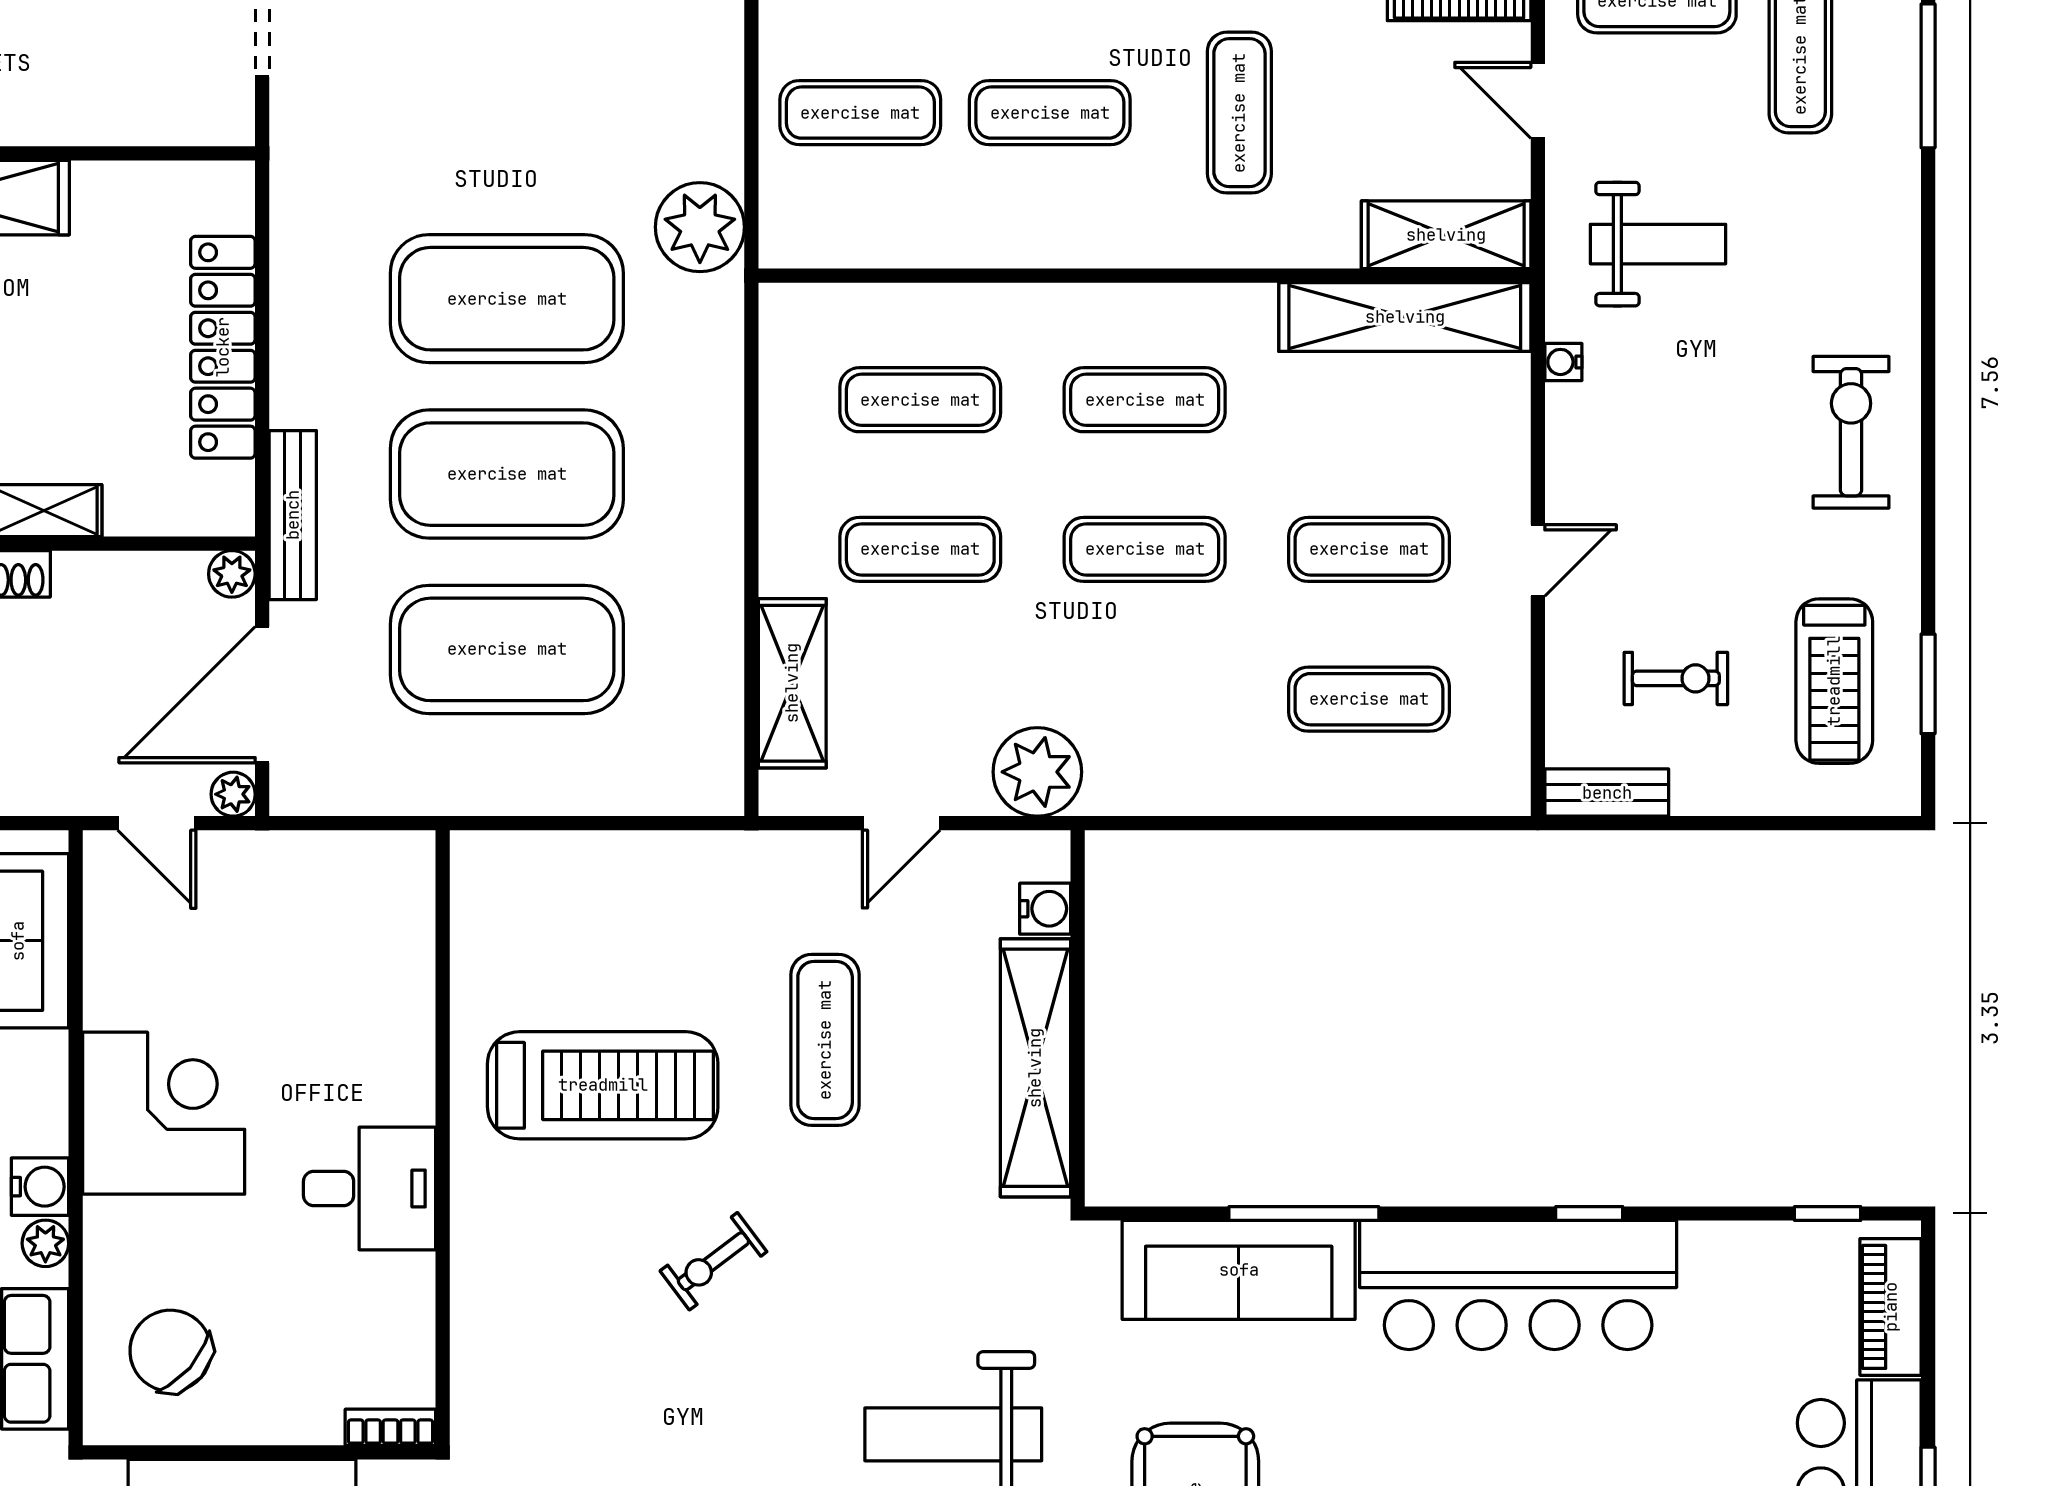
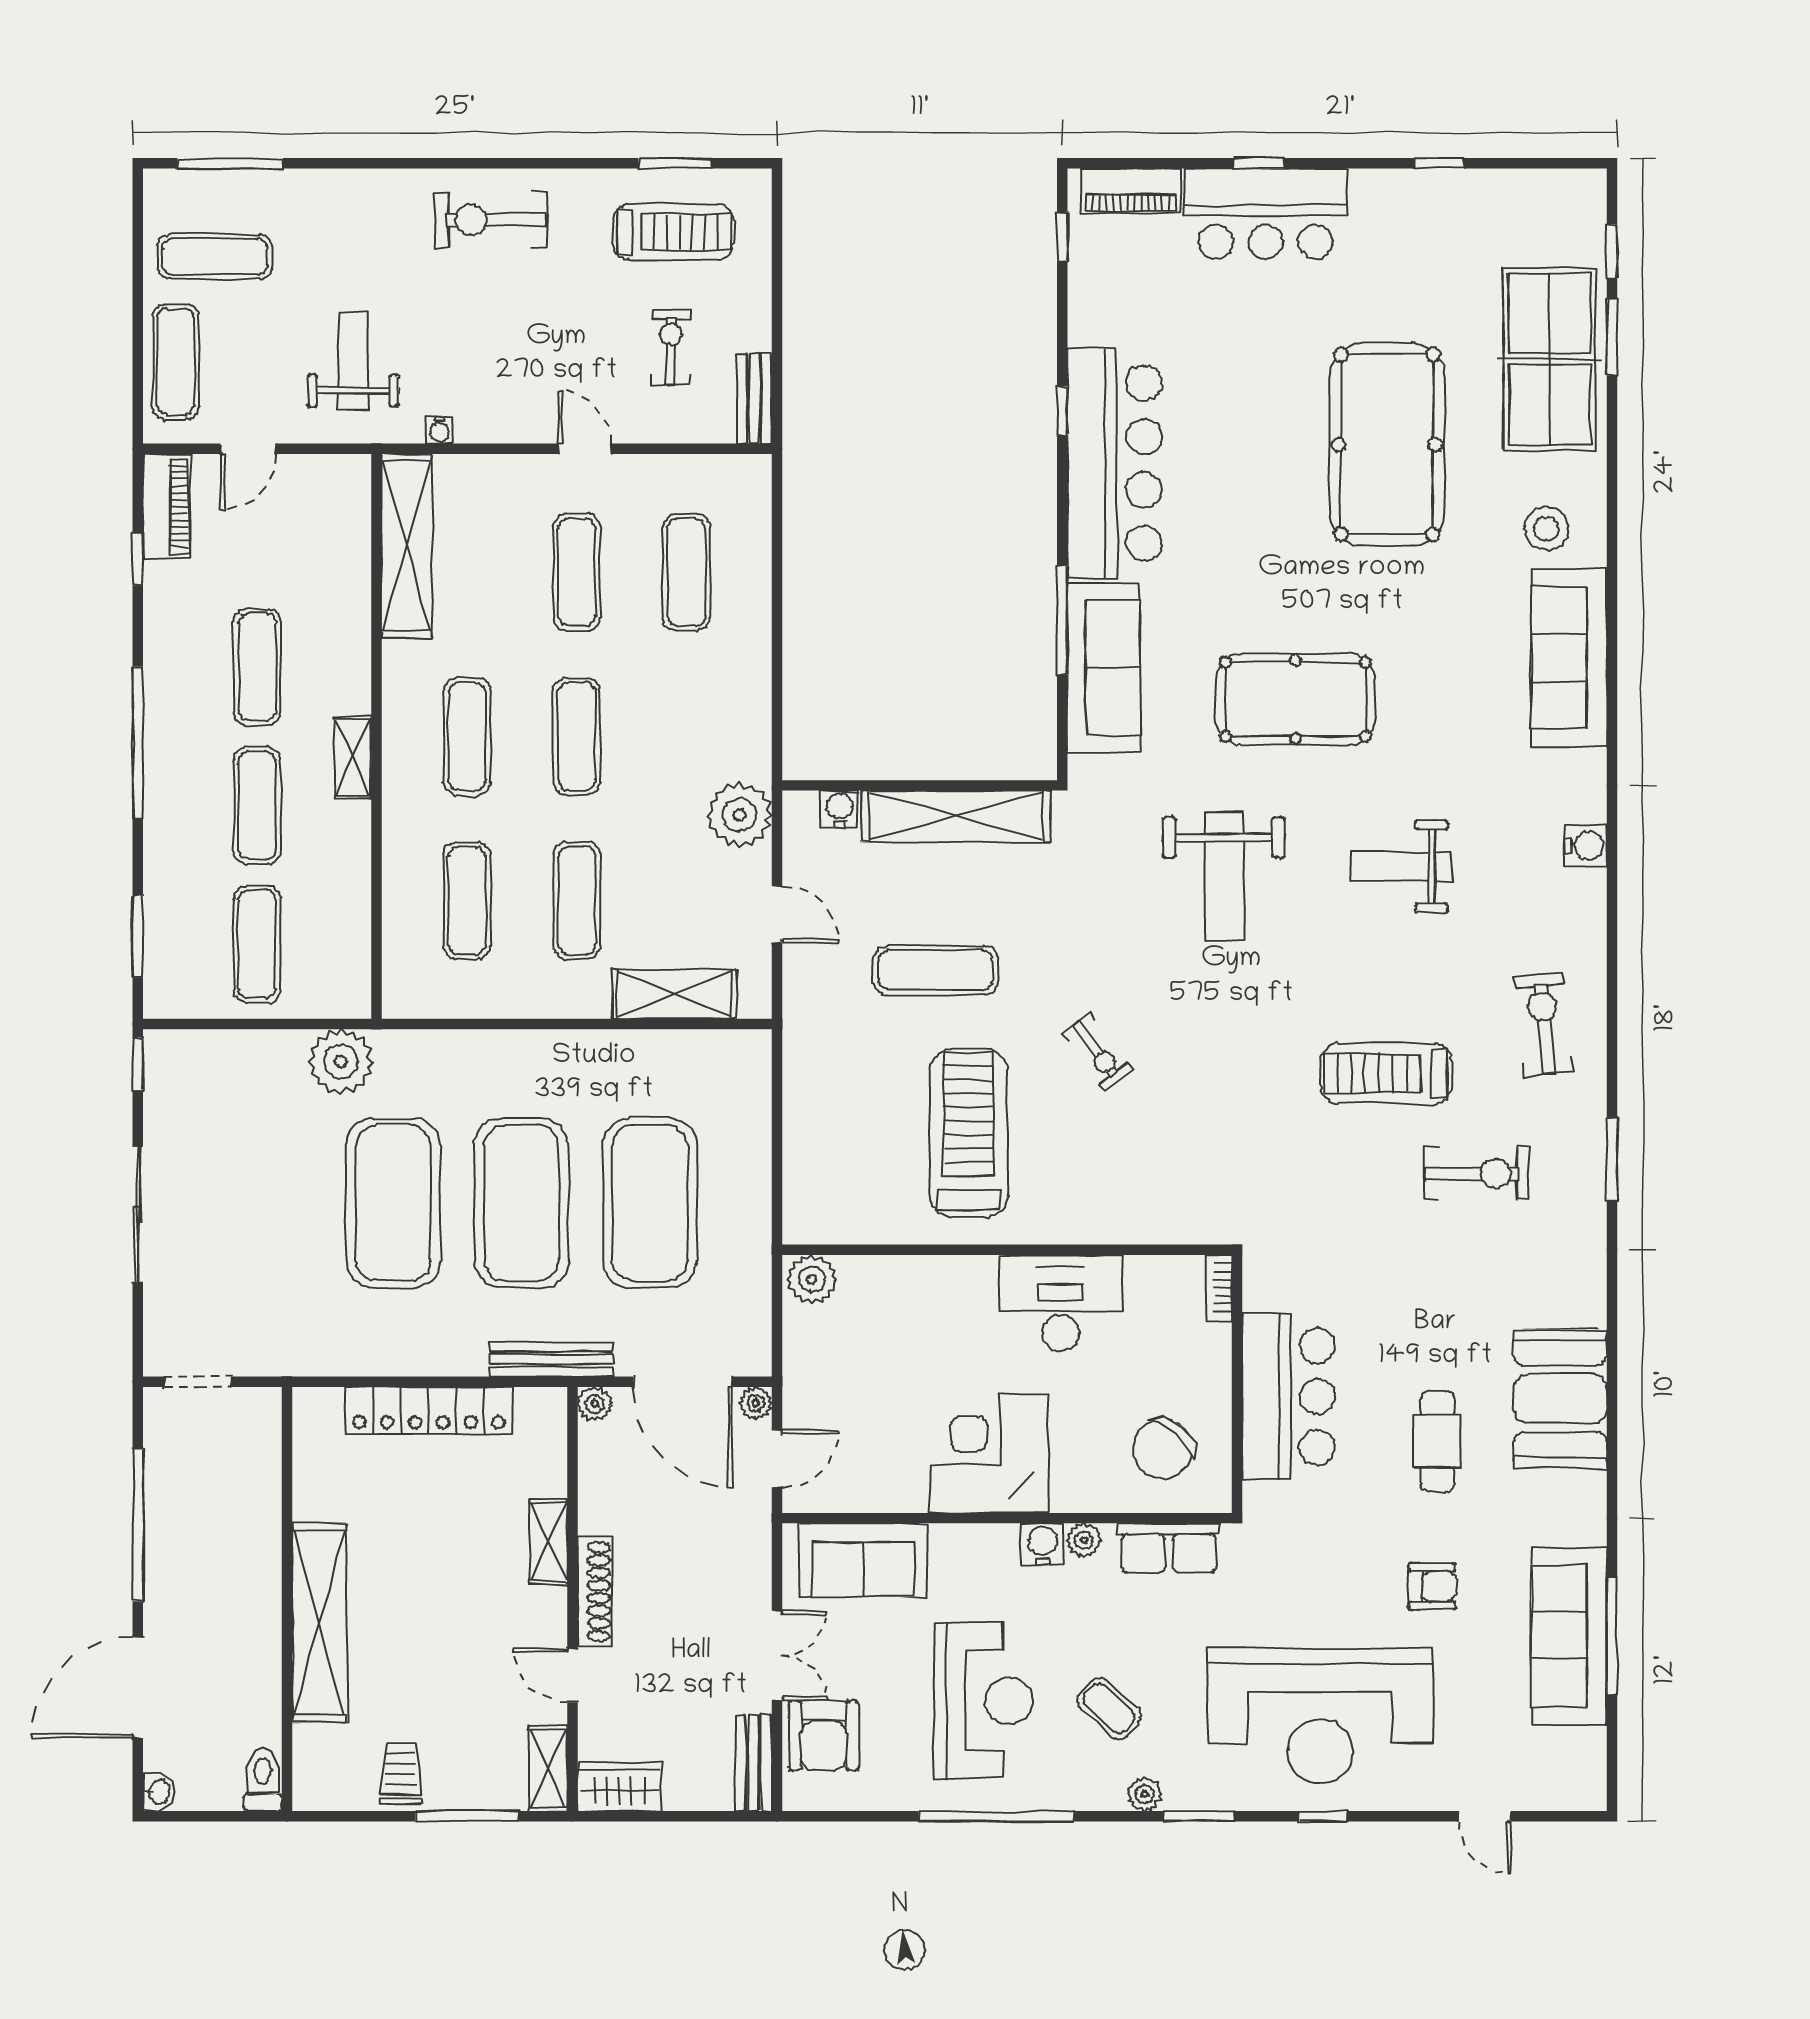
exercise mat: (1239, 113) -> (257, 667), turned 90
shelving: (1446, 235) -> (353, 758), moved, width x0.67, depth x0.75
plant: (402, 871) -> (812, 1279), added
desk: (370, 1189) -> (1061, 1303), width x1.37

